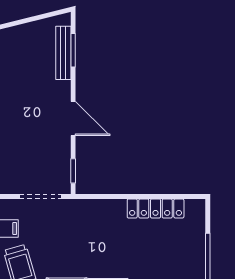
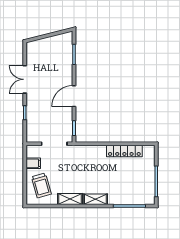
bench: (63, 53) -> (68, 56), removed
door: (73, 118) -> (74, 96), swing flipped

